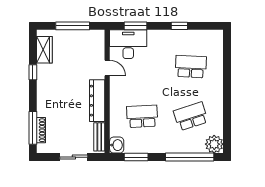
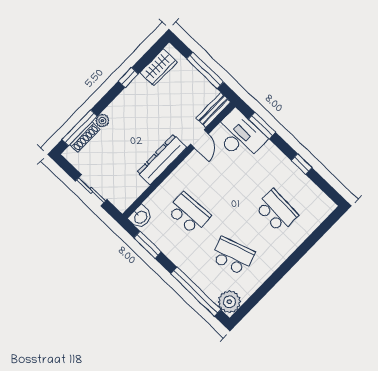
plant: (42, 111) -> (102, 121), added
bench: (99, 137) -> (213, 110), moved

